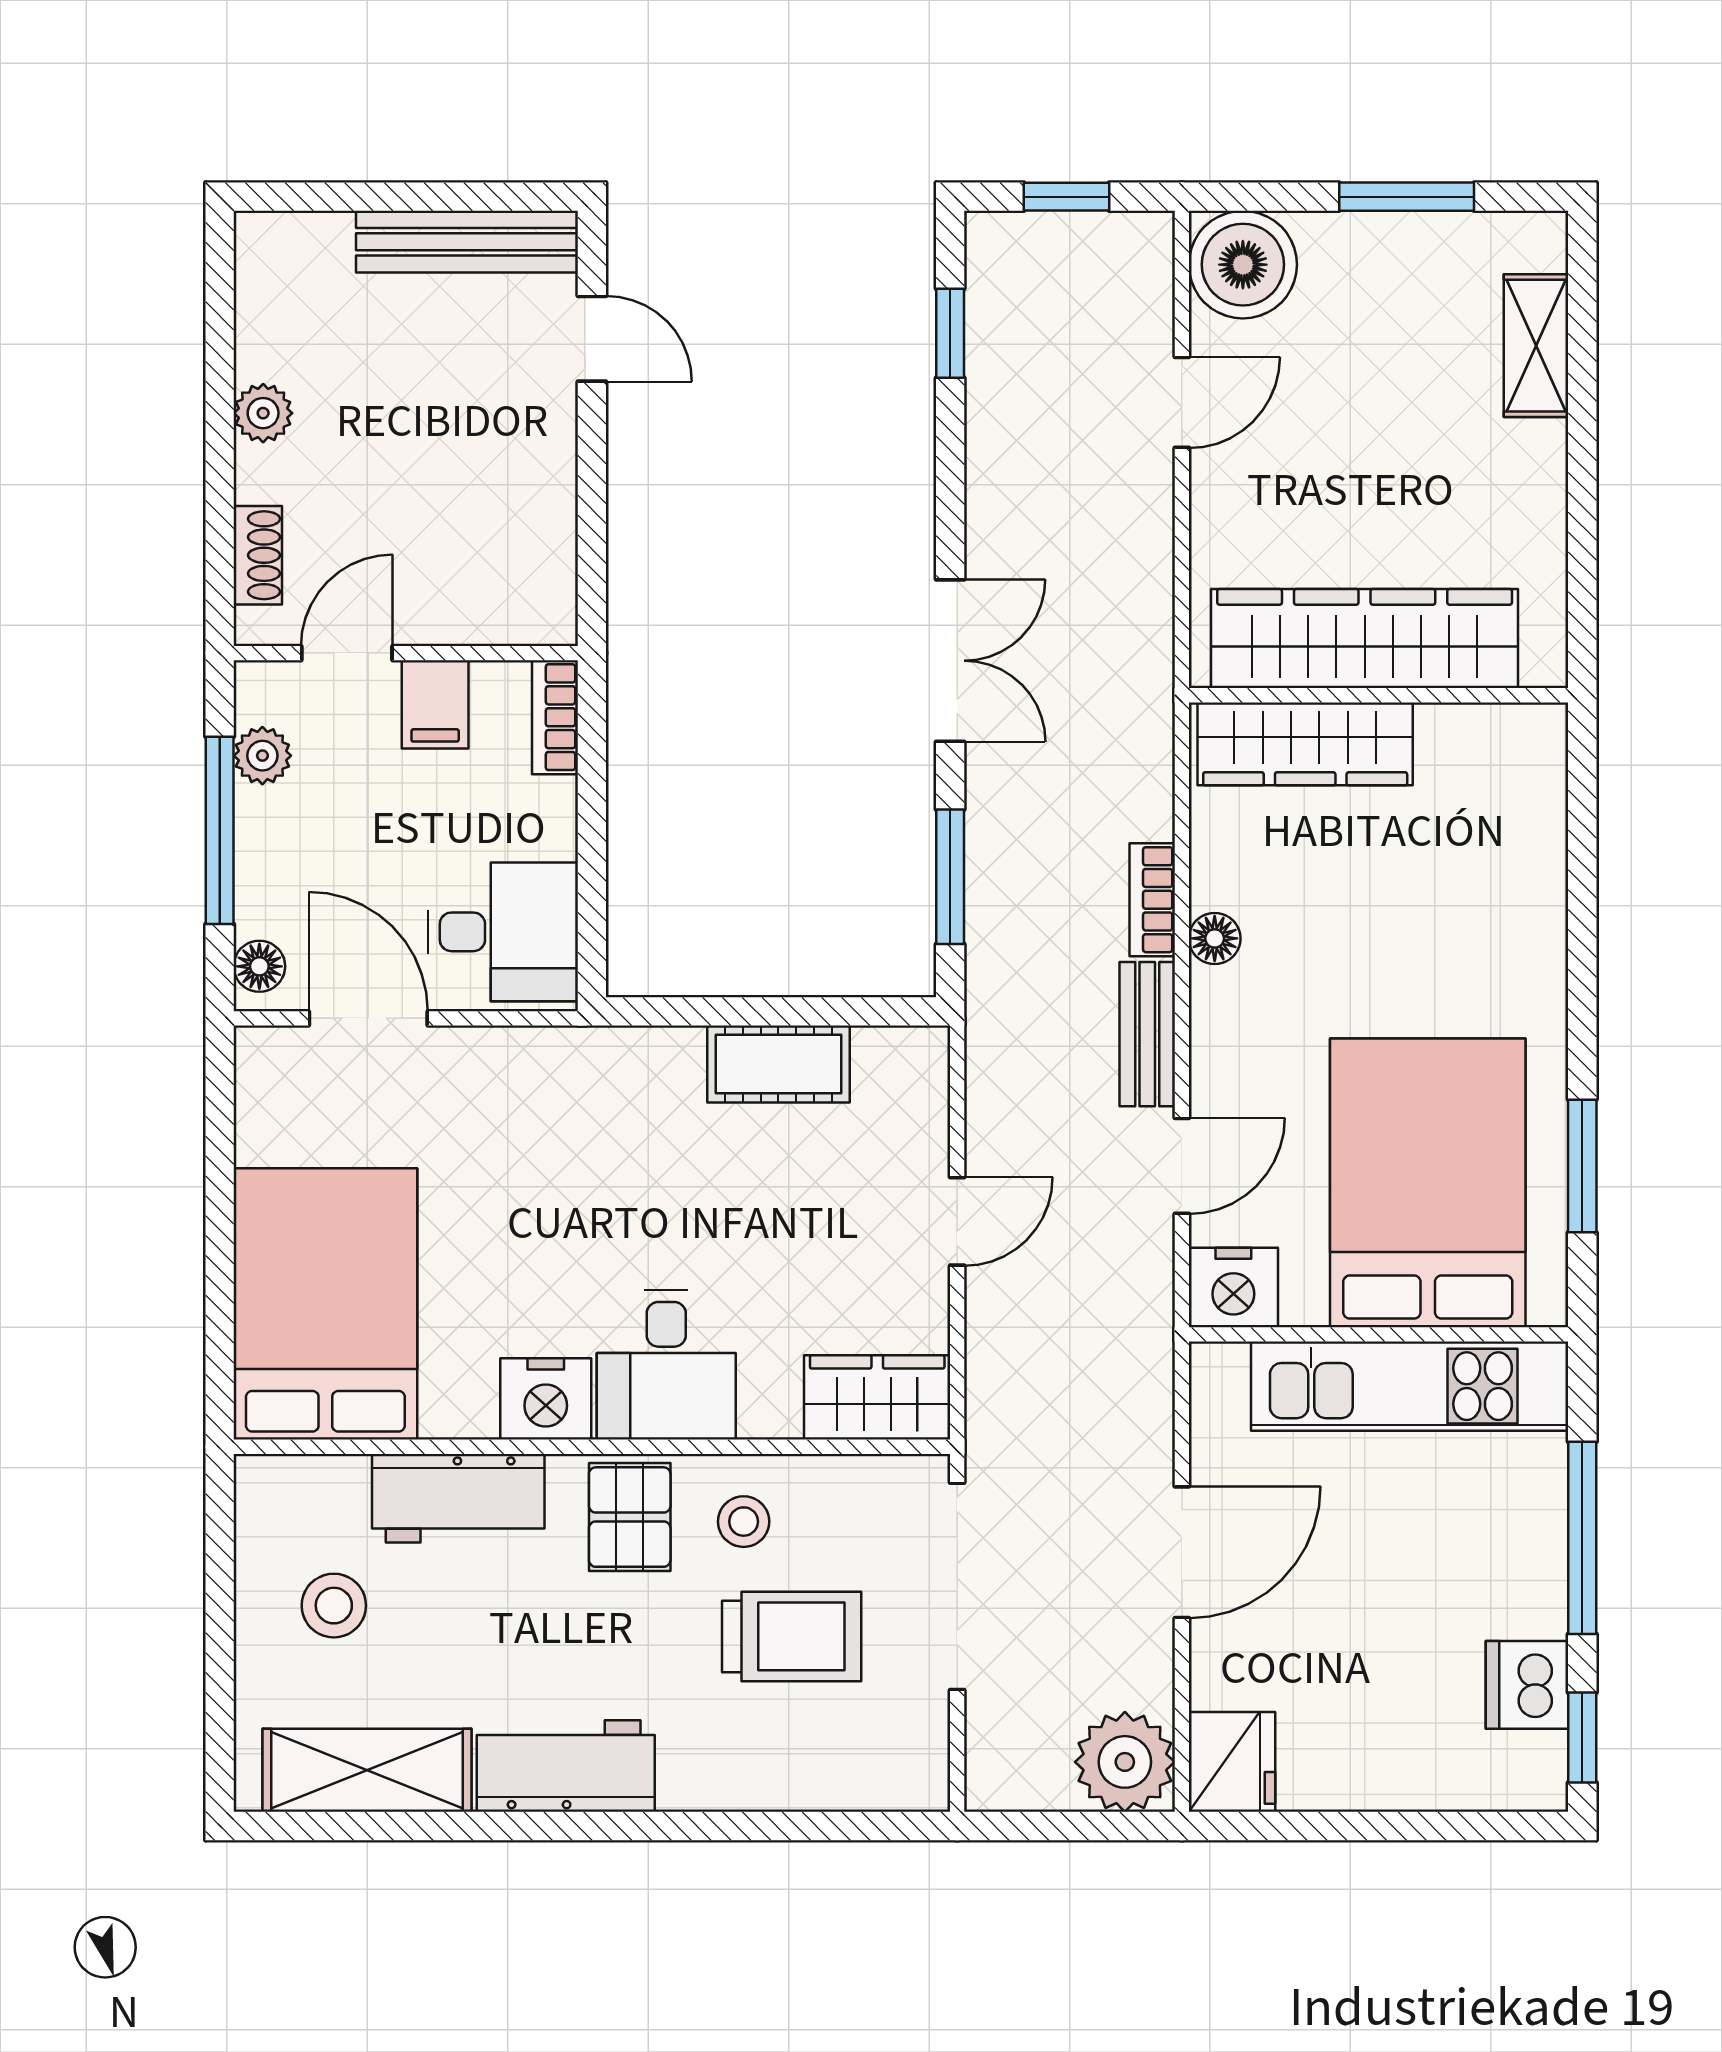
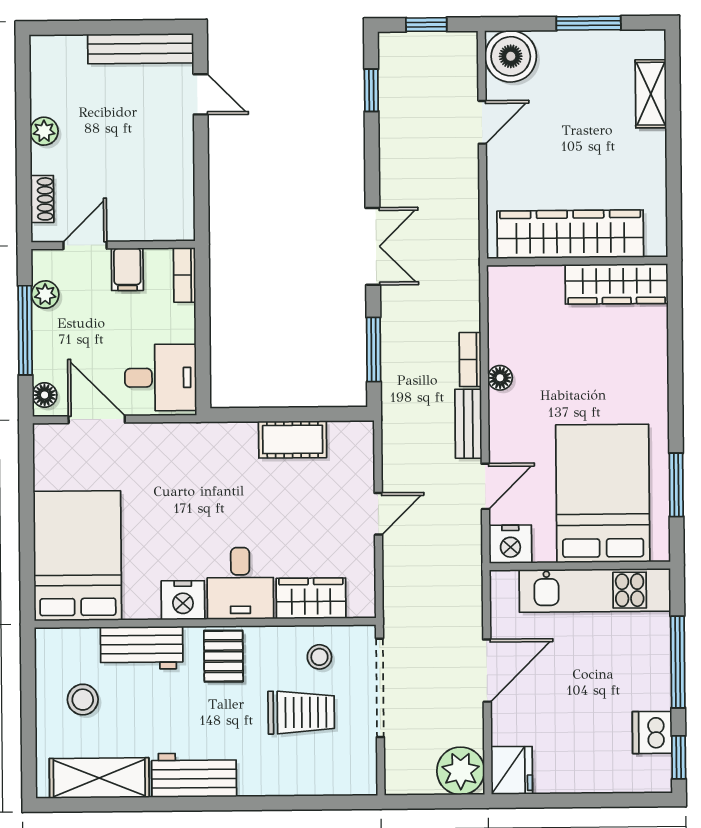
wardrobe: (1305, 744) -> (617, 284), moved
wardrobe: (877, 1397) -> (311, 598), moved
stool: (744, 1522) -> (319, 657), moved

